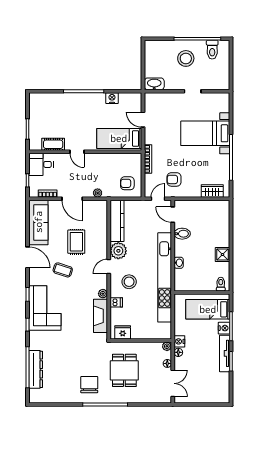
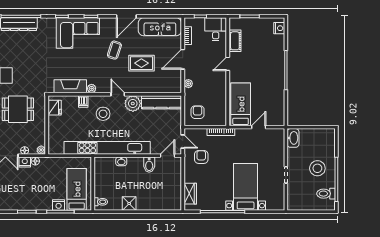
nightstand: (112, 98) -> (279, 28), moved
nightstand: (179, 341) -> (25, 162), moved
tv unit: (225, 353) -> (34, 206), removed

